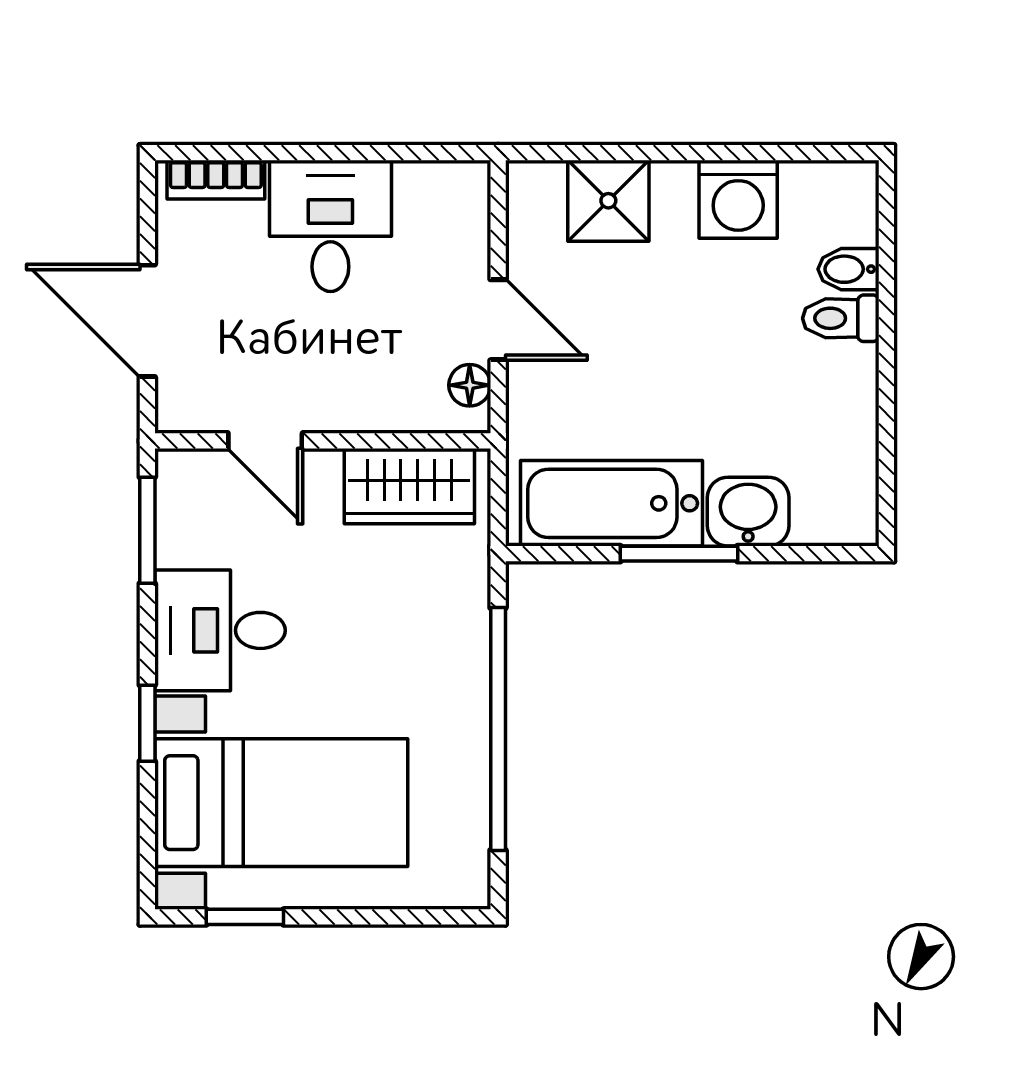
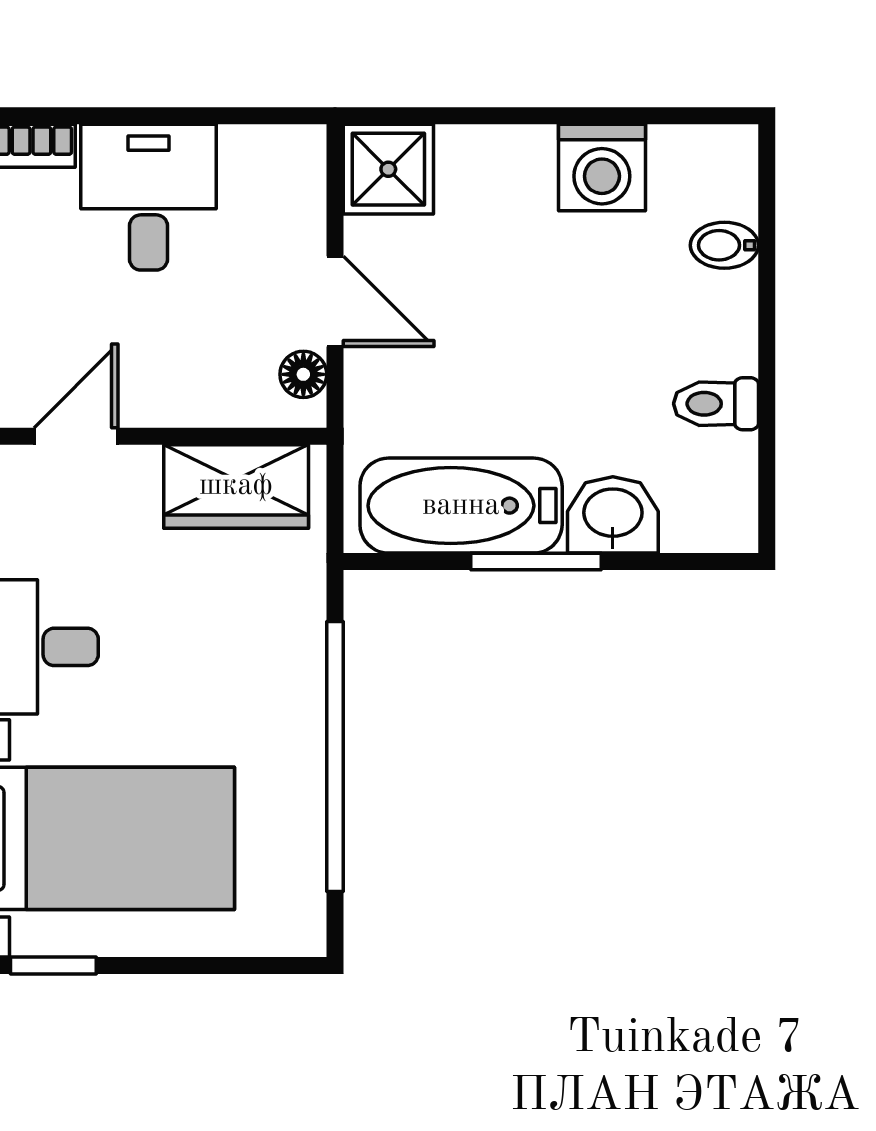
shower: (608, 201) -> (388, 169), moved
toilet: (841, 318) -> (716, 404), moved
door: (265, 441) -> (76, 436), swing flipped

